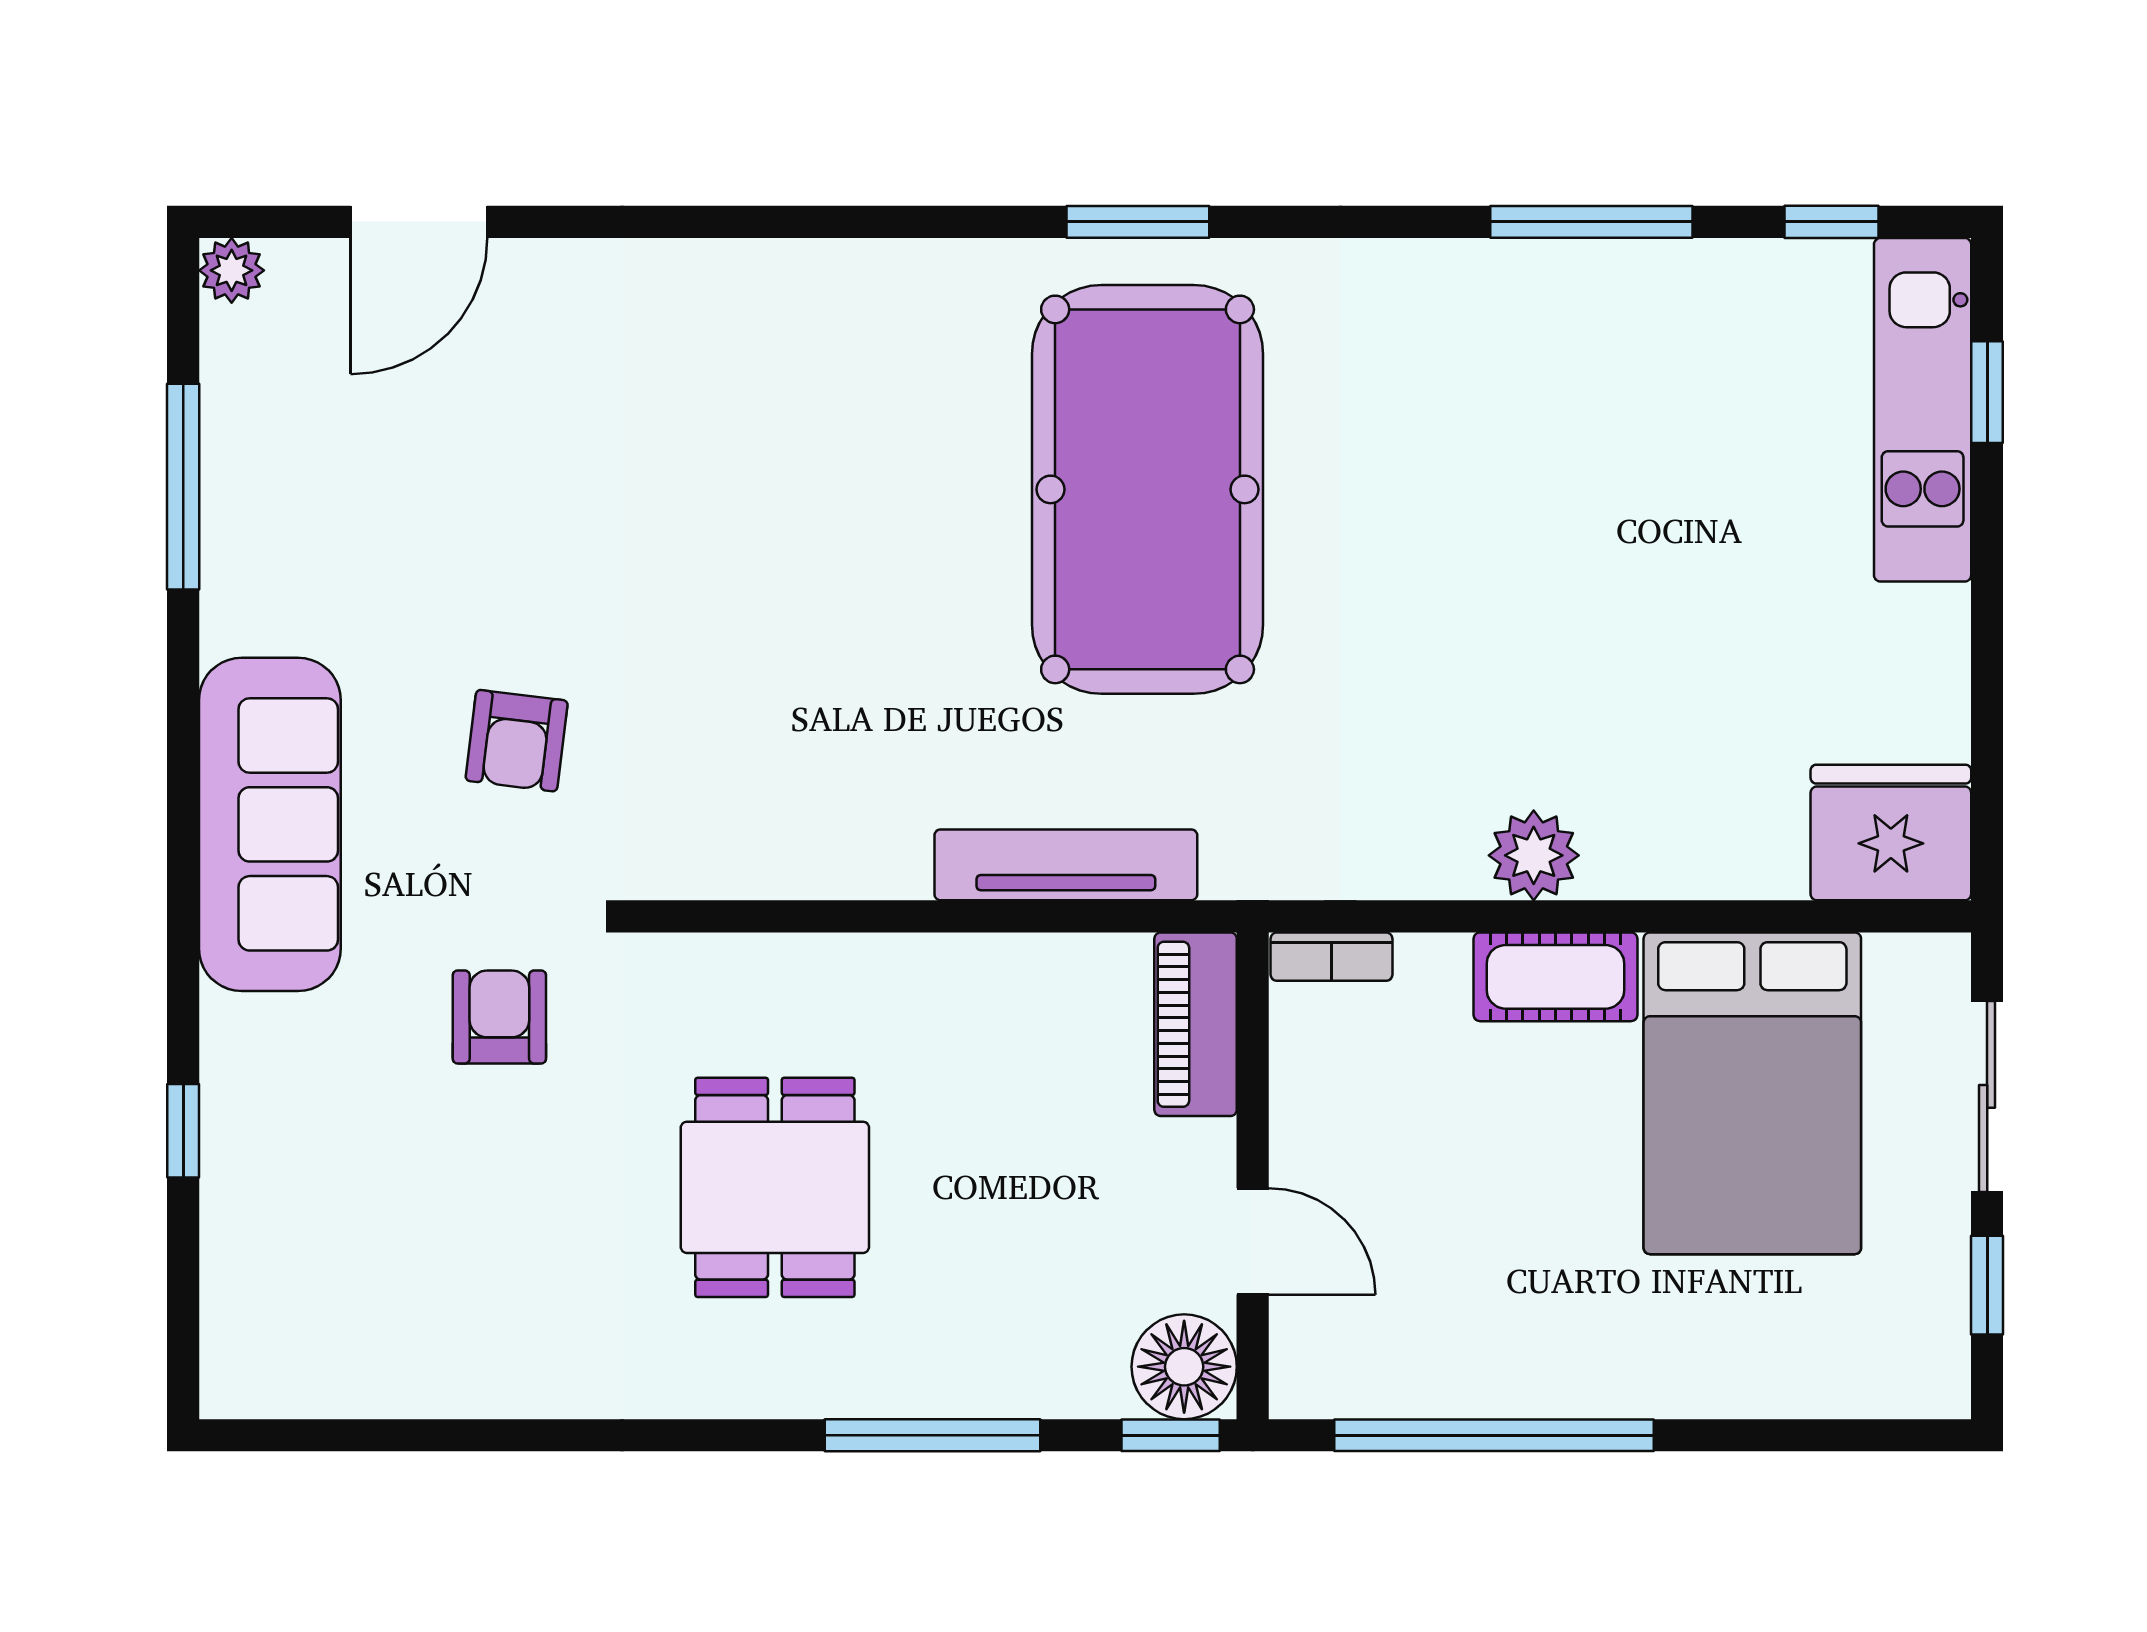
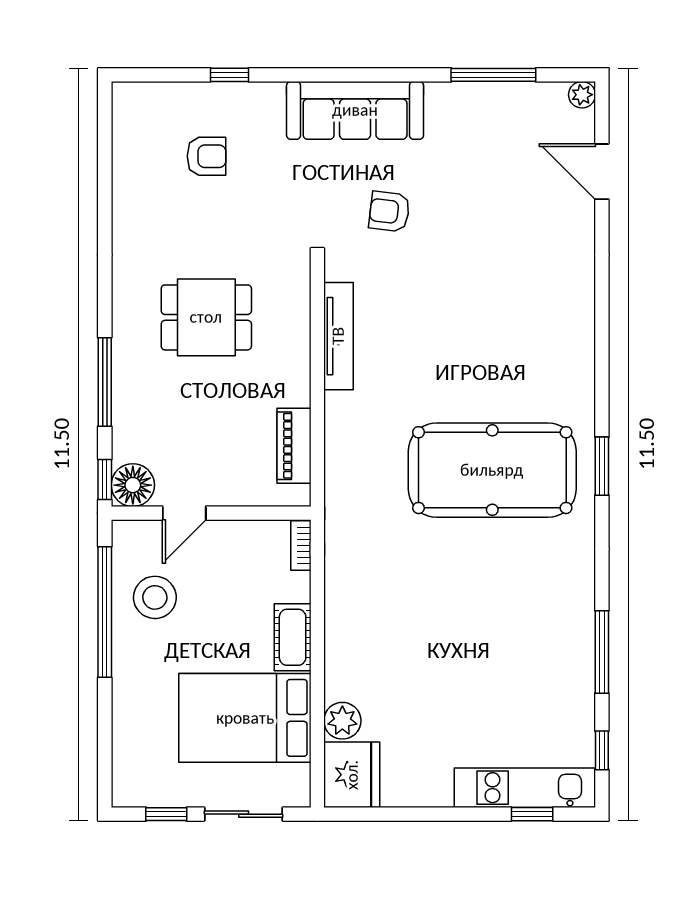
plant: (1534, 855) -> (342, 721), moved
tv unit: (1066, 865) -> (338, 336), moved
armchair: (499, 1017) -> (206, 156), moved
piano: (1196, 1024) -> (294, 446), moved, turned -90
stool: (1458, 1313) -> (155, 597), added

